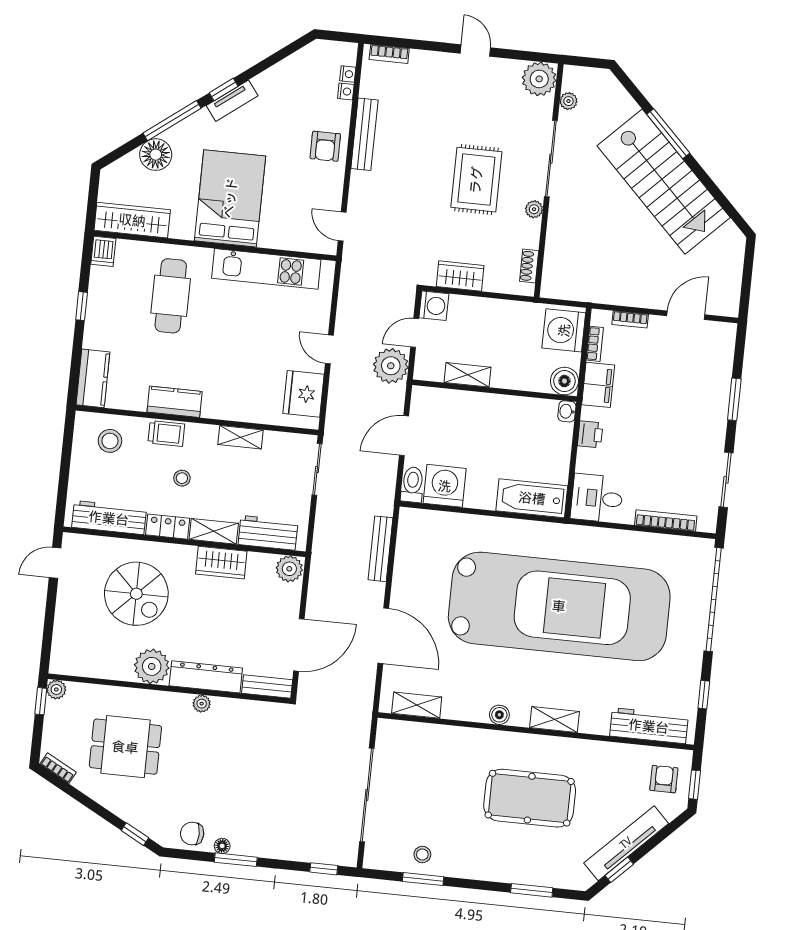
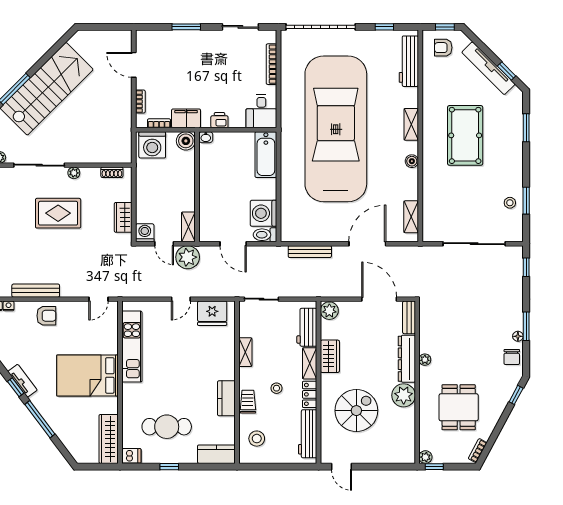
floor lamp: (156, 155) -> (64, 428), removed
cafe table: (171, 296) -> (167, 427), moved
shelving: (468, 375) -> (188, 227), moved

